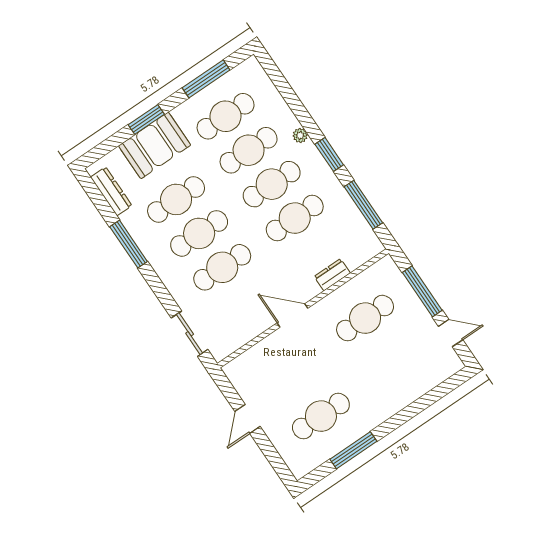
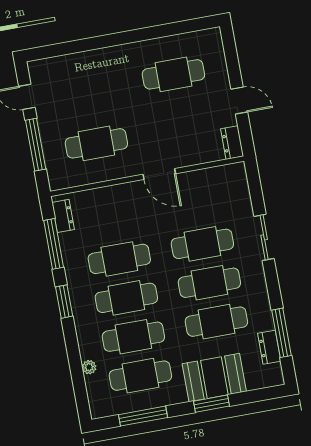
plant: (300, 135) -> (89, 367), moved
dresser: (111, 191) -> (269, 347), width x0.70
window: (129, 244) -> (281, 333), moved
dresser: (332, 275) -> (63, 216), moved, turned -90
sliding door: (190, 334) -> (264, 237), moved
dresser: (237, 376) -> (232, 143), added
door: (247, 419) -> (239, 101), hinge flipped
window: (353, 450) -> (158, 32), removed

